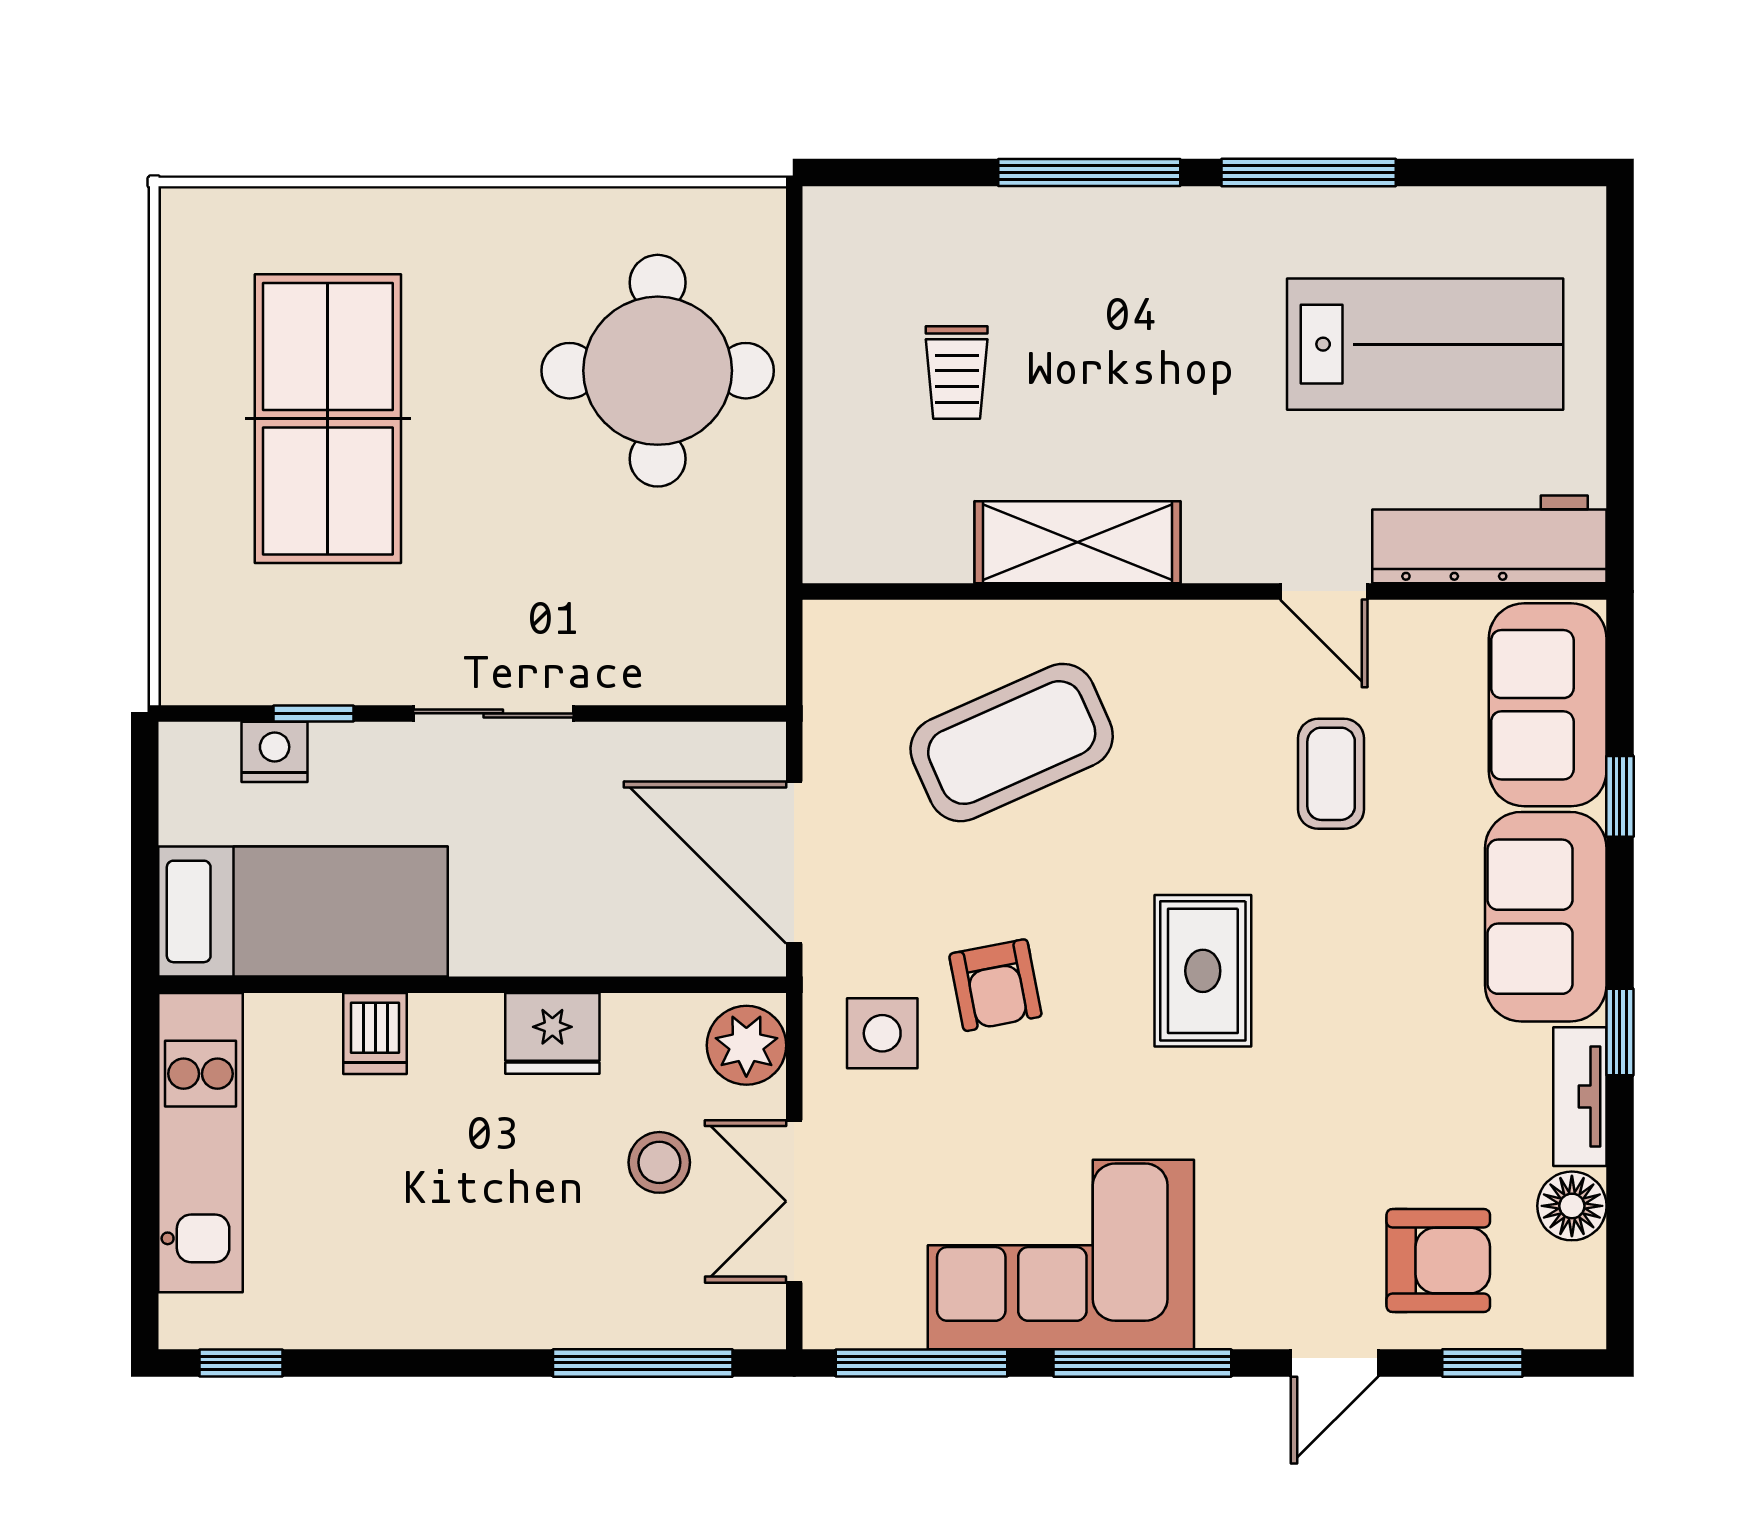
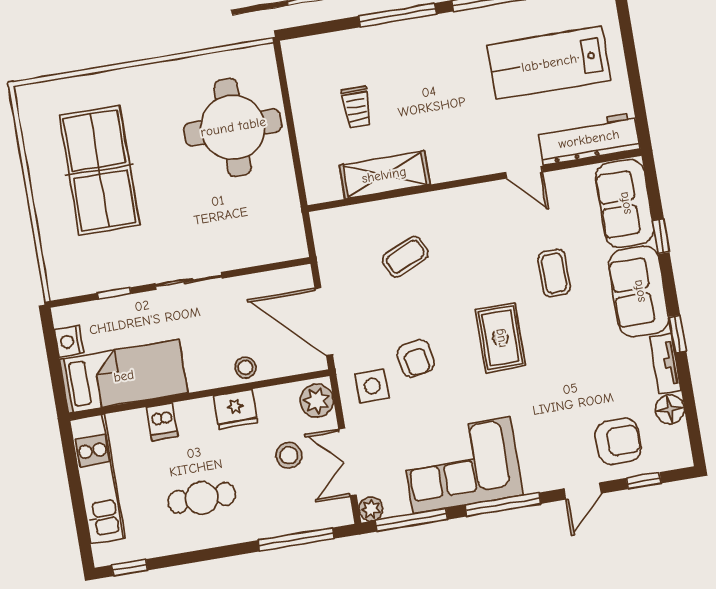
lab bench: (1425, 344) -> (549, 63), turned 180
shelving: (1077, 542) -> (384, 175), moved
coffee table: (1012, 743) -> (405, 257), width x0.54, depth x0.58
nightstand: (275, 752) -> (69, 341), moved, turned -90
coffee table: (1331, 774) -> (554, 273), moved
stool: (592, 939) -> (245, 367), added
cafe table: (438, 1228) -> (202, 498), added
plant: (831, 1321) -> (371, 509), added

